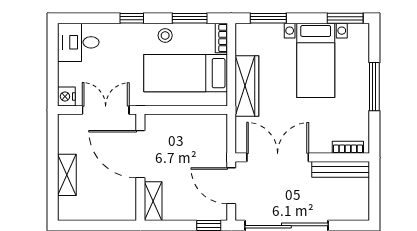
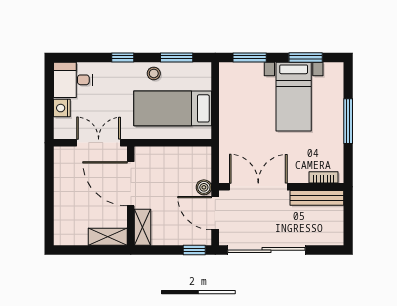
window: (345, 18) -> (306, 57), moved
bookcase: (221, 38) -> (206, 76), removed
wardrobe: (247, 86) -> (230, 120), removed
nightstand: (66, 96) -> (62, 108), moved
boiler: (219, 158) -> (204, 187), added
shelving: (67, 175) -> (108, 237), moved, turned 90

